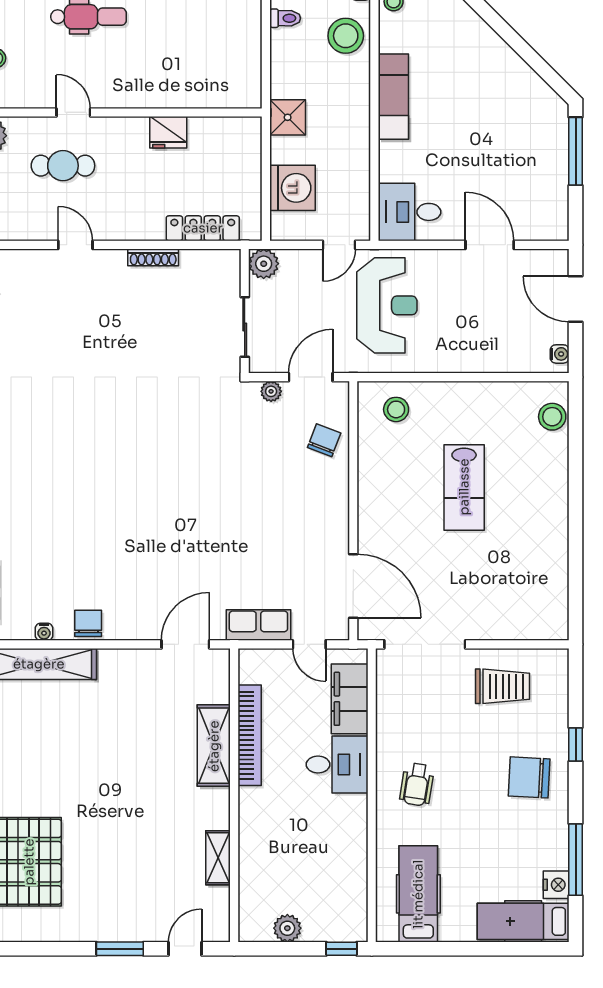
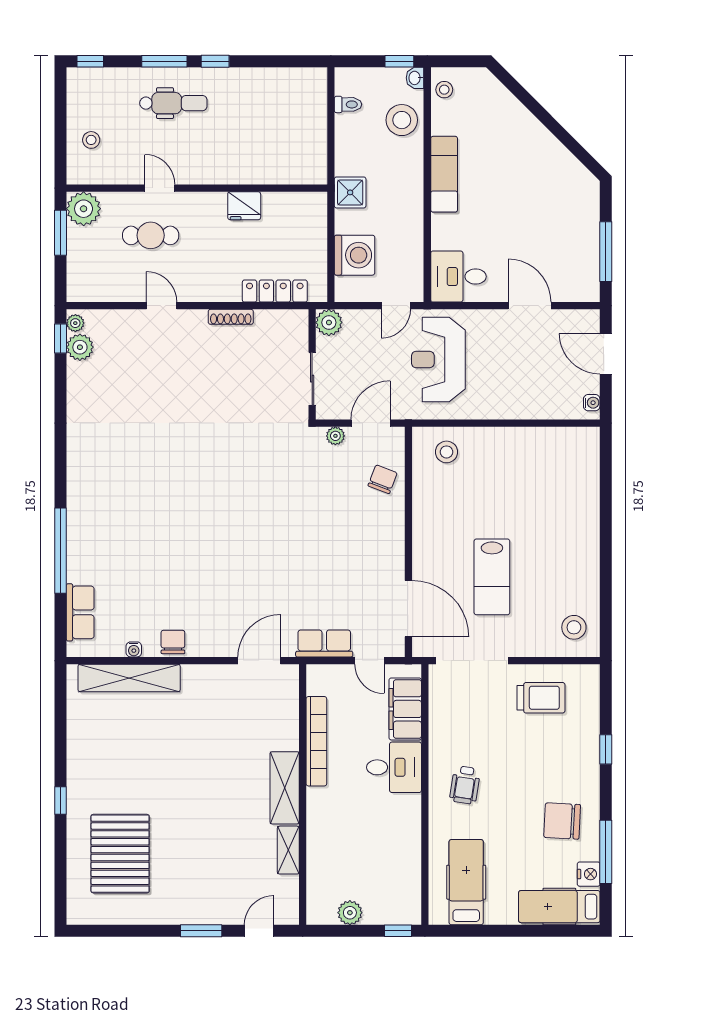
window: (576, 151) -> (606, 252), moved
reception desk: (387, 305) -> (438, 360), turned 180
stool: (552, 417) -> (574, 627), moved
lab bench: (464, 487) -> (492, 577), moved
shelving: (214, 746) -> (285, 788), moved
chair: (529, 777) -> (562, 821), moved

